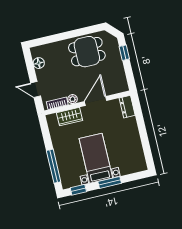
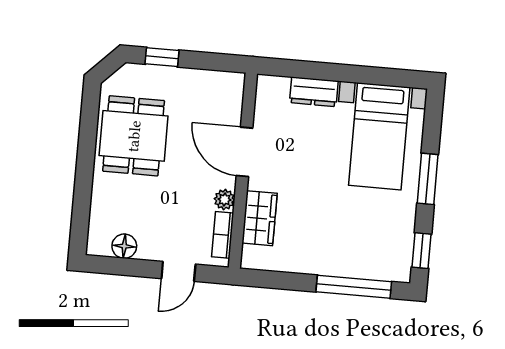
dresser: (127, 107) -> (314, 92), moved
bed with nightstands: (96, 158) -> (379, 136), moved, turned -90

